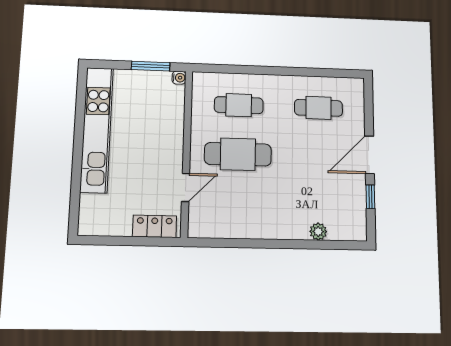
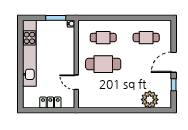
door: (186, 187) -> (76, 82), swing flipped
locker: (155, 226) -> (50, 103), moved
plant: (318, 232) -> (150, 100), width x1.87, depth x1.87

